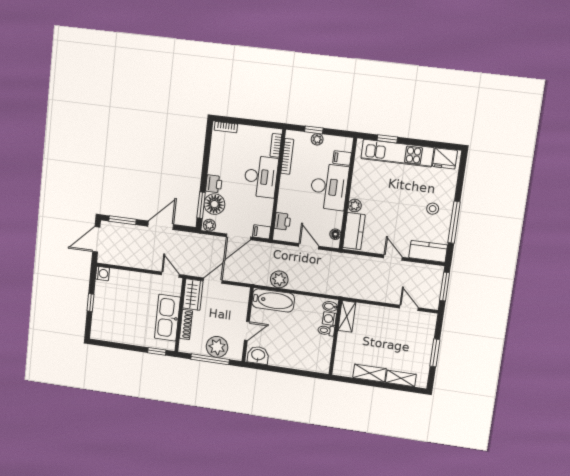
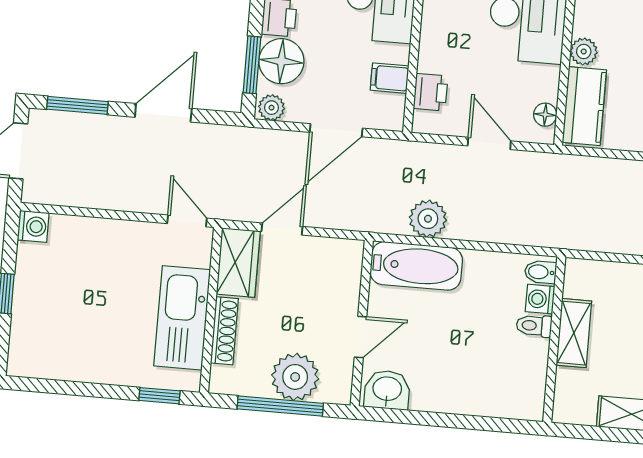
filing cabinet: (262, 232) -> (390, 78), moved
shelving: (347, 316) -> (574, 333), moved

